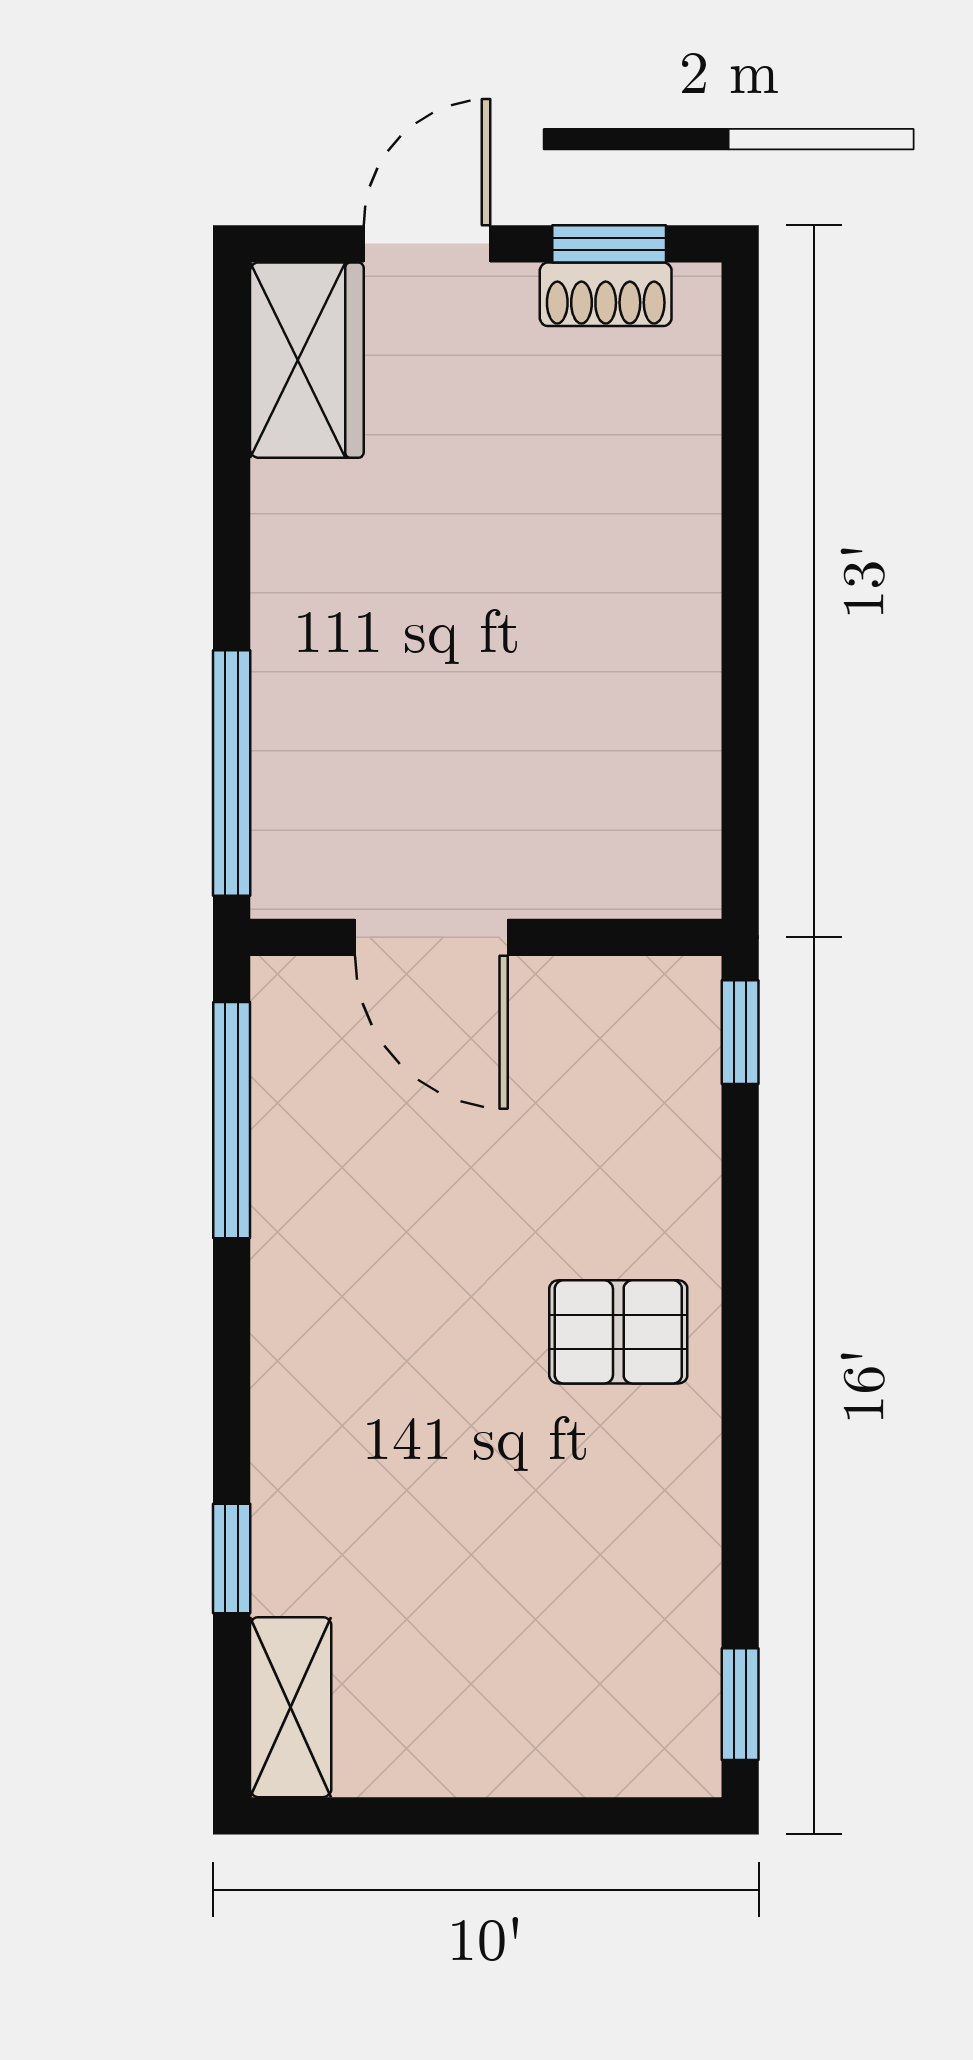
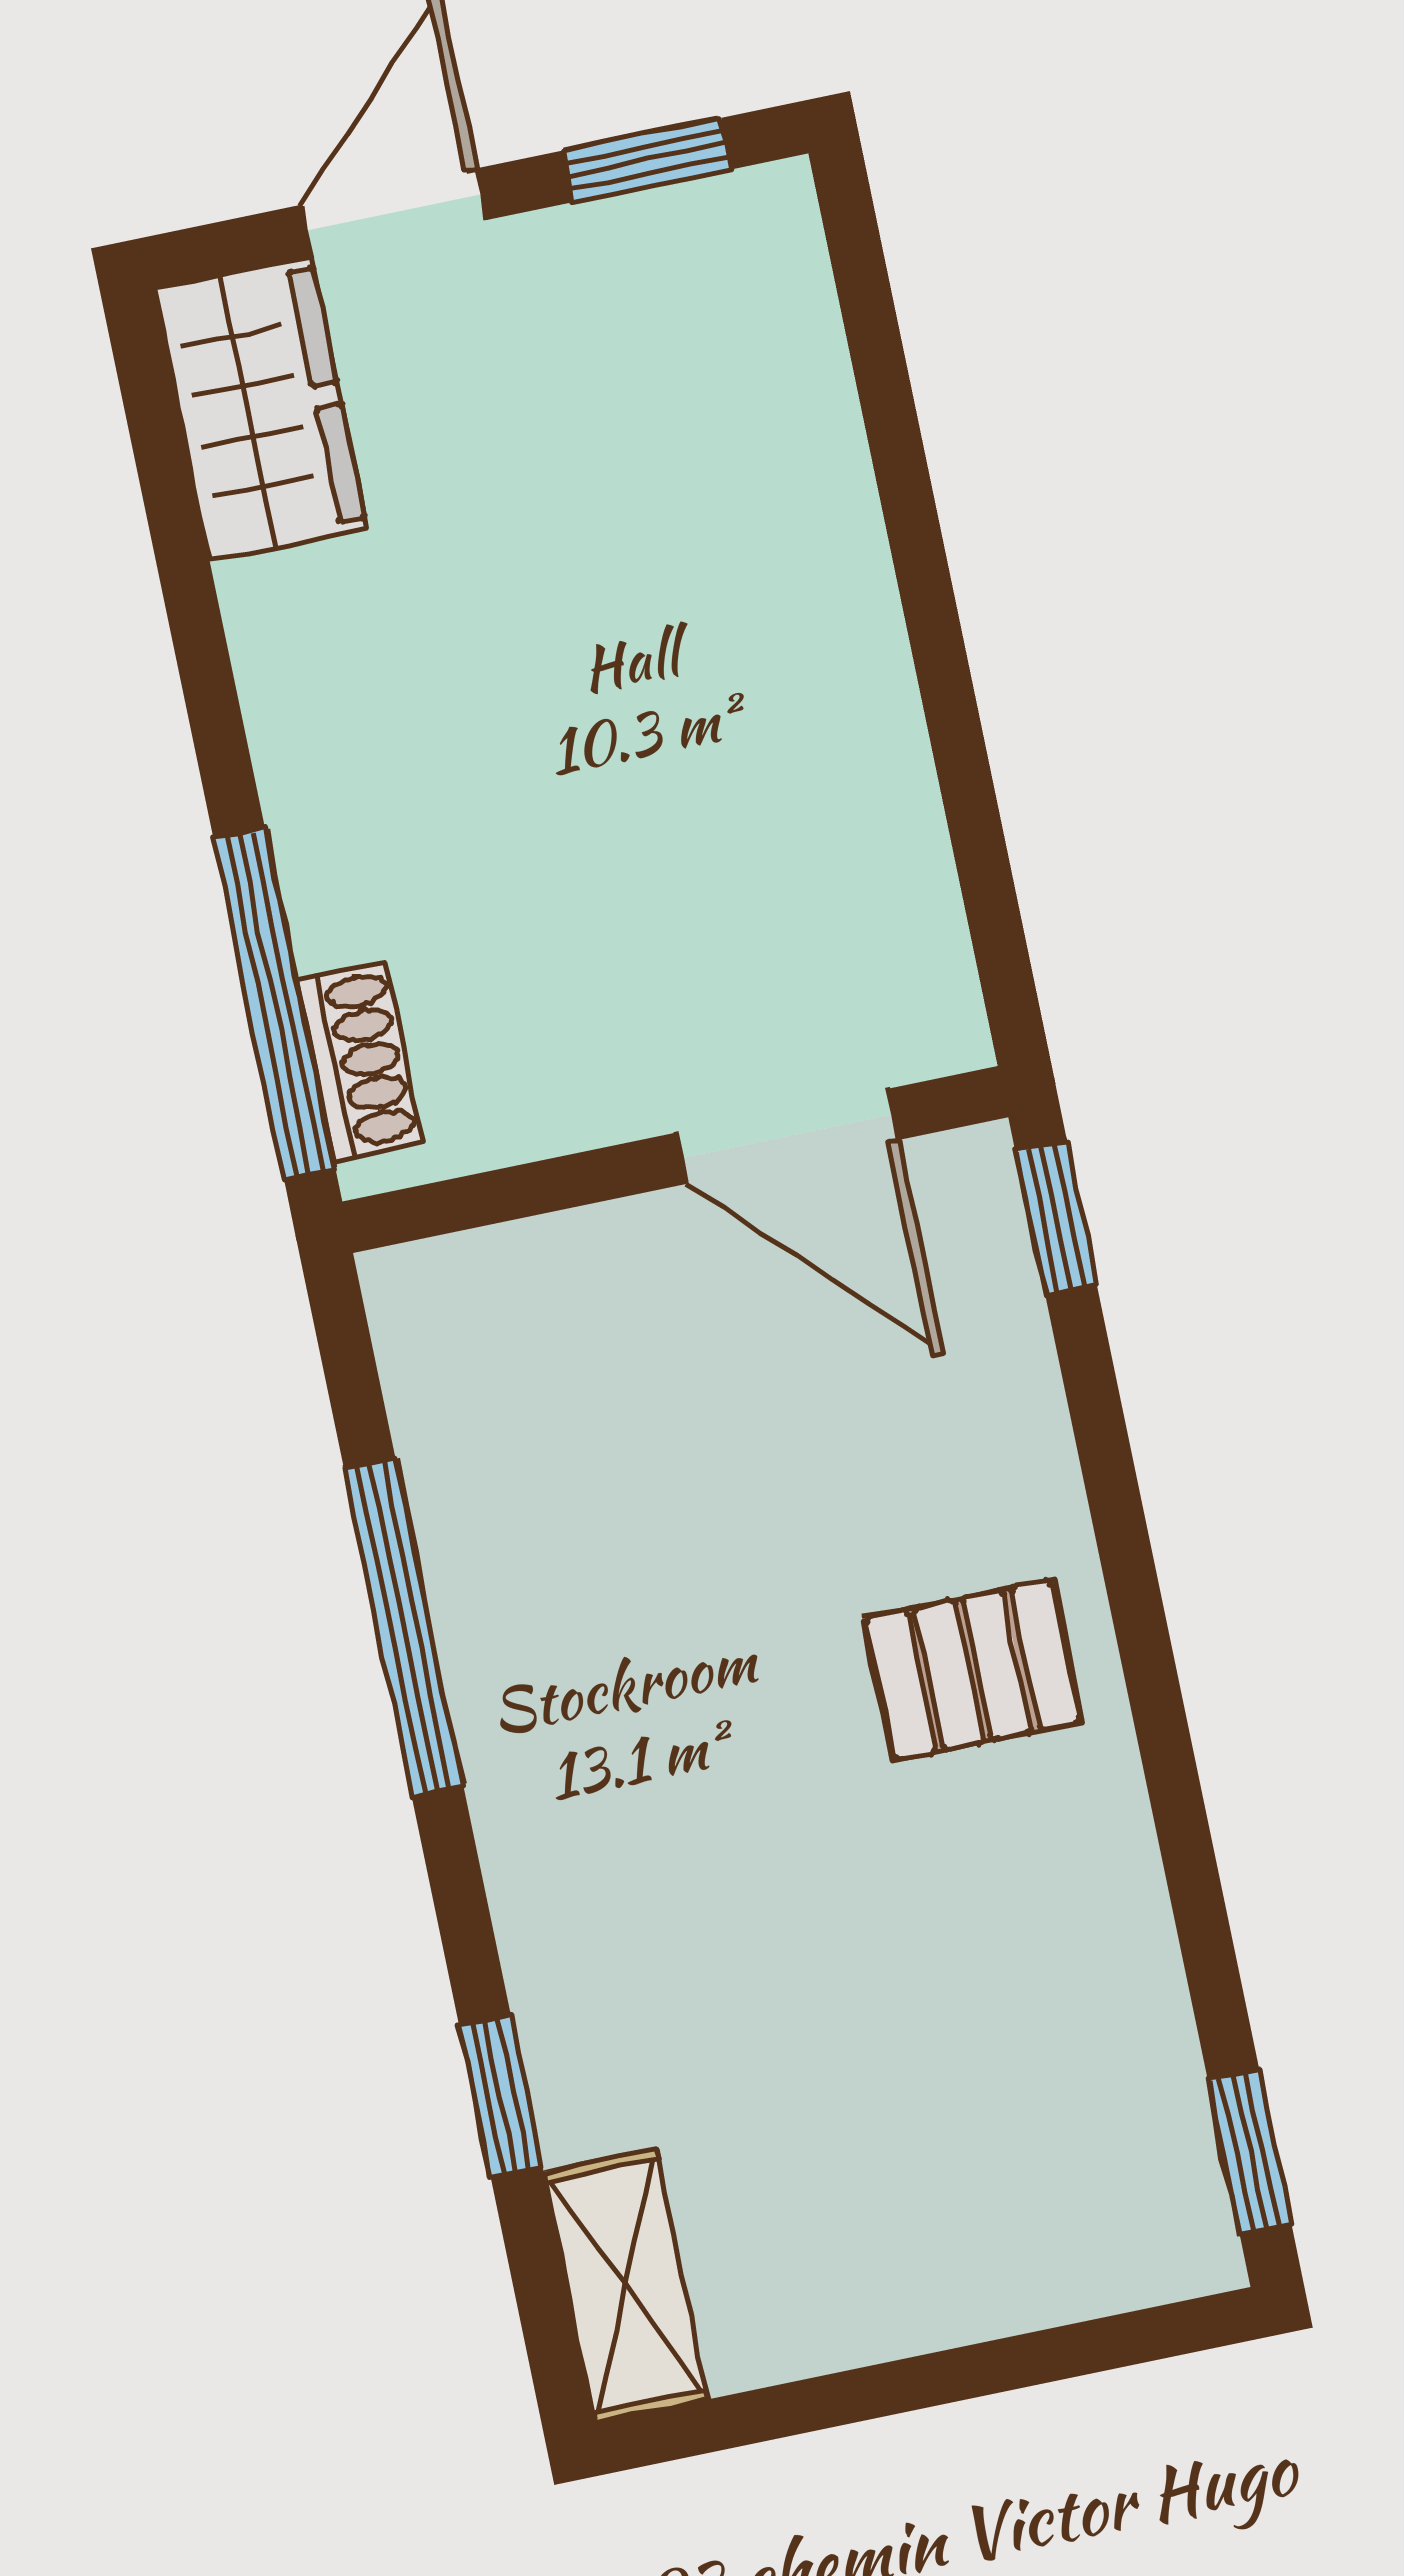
shoe rack: (606, 294) -> (359, 1061), moved, turned -90
door: (431, 937) -> (788, 1136), moved
window: (232, 1120) -> (404, 1628), moved

